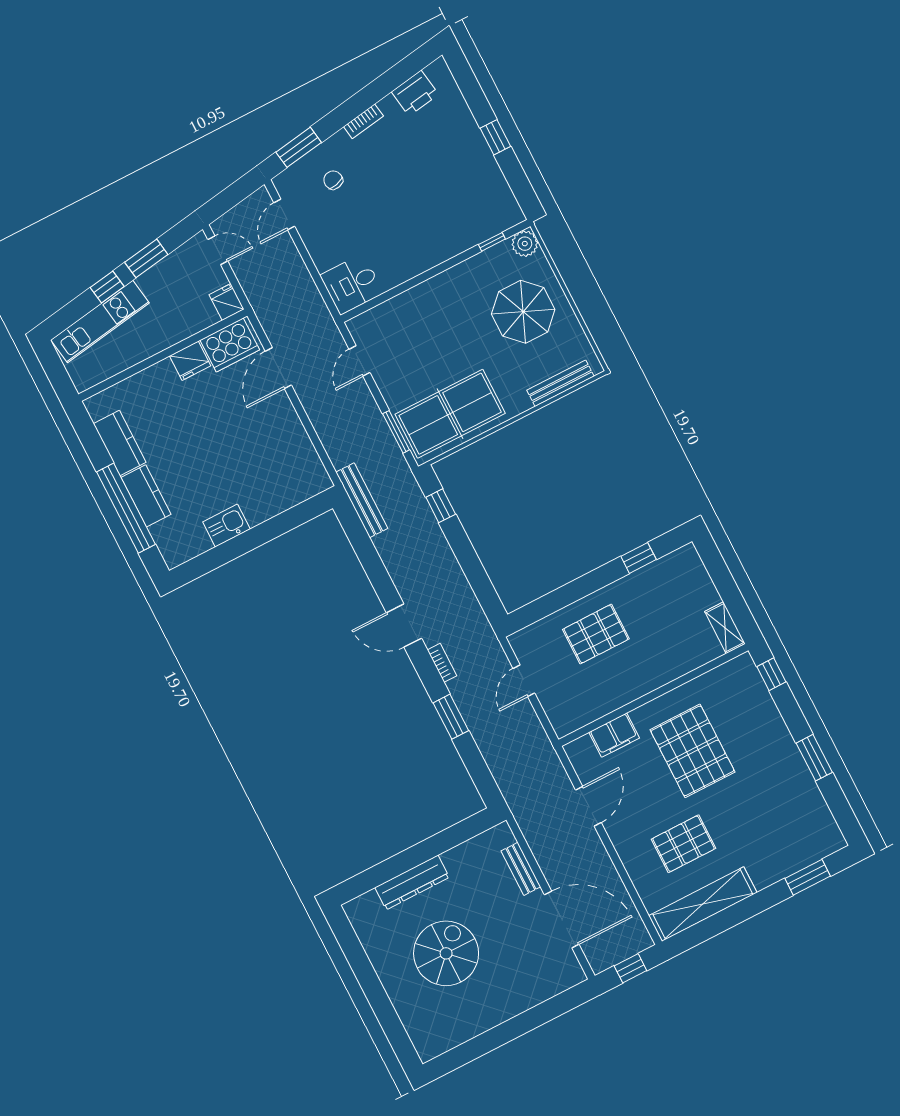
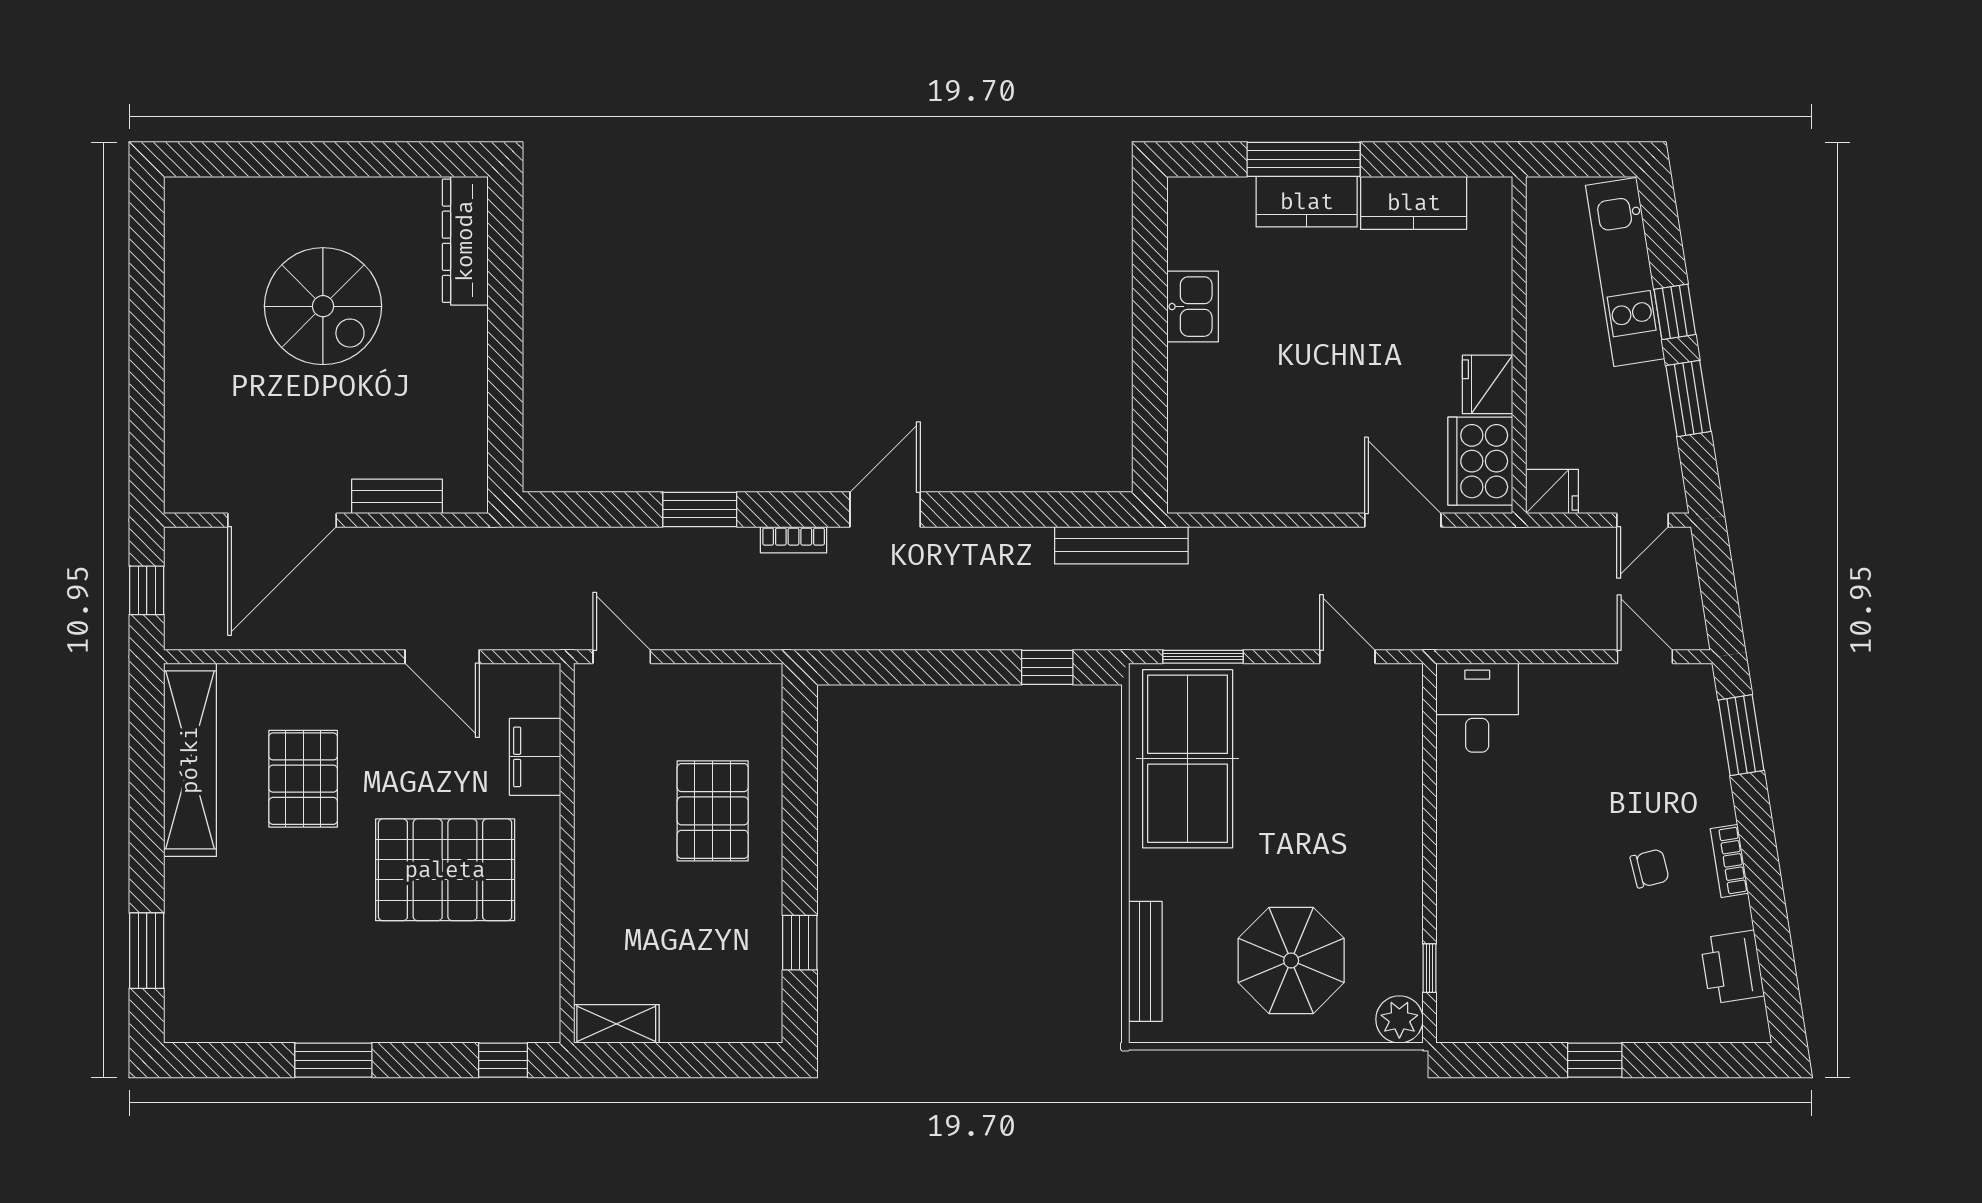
chair: (333, 180) -> (1650, 868), moved
window: (126, 508) -> (1304, 159), width x0.68
door: (524, 681) -> (622, 657), moved
dresser: (412, 882) -> (465, 241), moved

